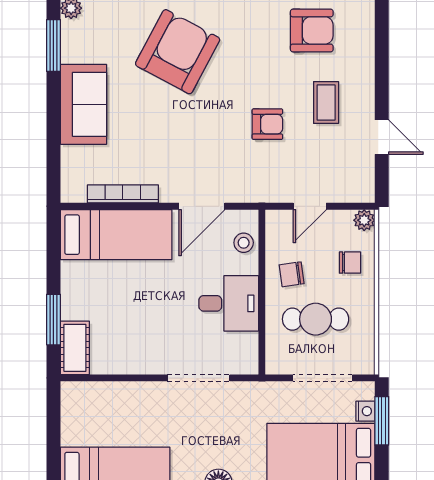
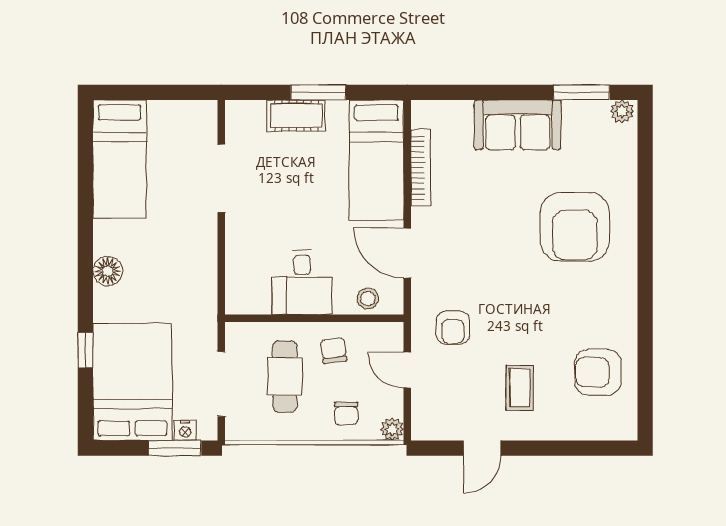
armchair: (312, 30) -> (598, 372), turned 90
armchair: (178, 52) -> (575, 227), turned 62
coffee table: (326, 103) -> (520, 388), turned 90
armchair: (267, 124) -> (453, 327), moved
window: (53, 320) -> (318, 92), moved
cot: (75, 348) -> (296, 116), moved
doorway: (199, 378) -> (221, 178), moved

